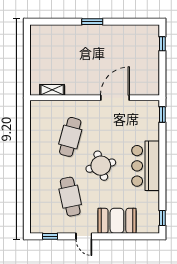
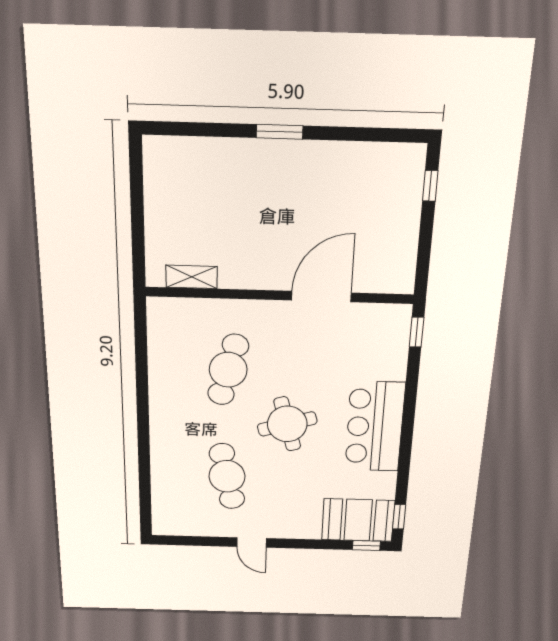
booth: (117, 221) -> (358, 520), moved
window: (50, 236) -> (366, 546), moved

